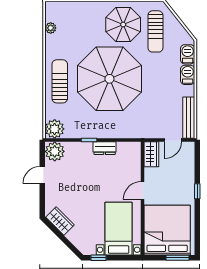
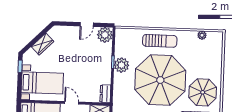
plant: (55, 129) -> (121, 65), moved
dresser: (105, 148) -> (105, 94), moved
door: (42, 175) -> (87, 24), swing flipped
wardrobe: (60, 221) -> (43, 44), moved

